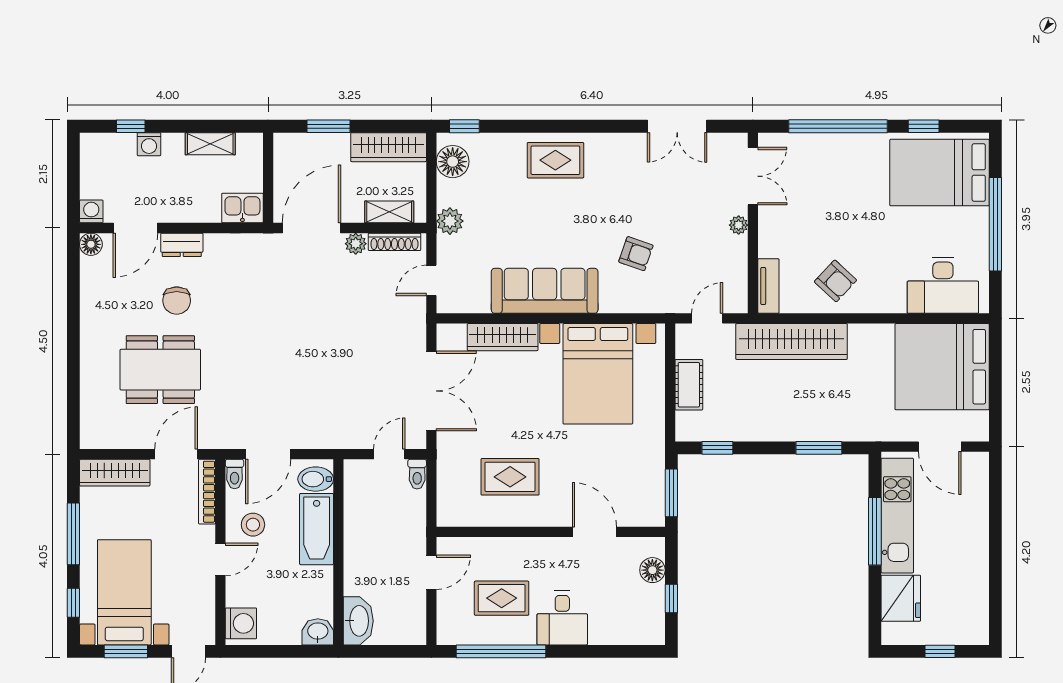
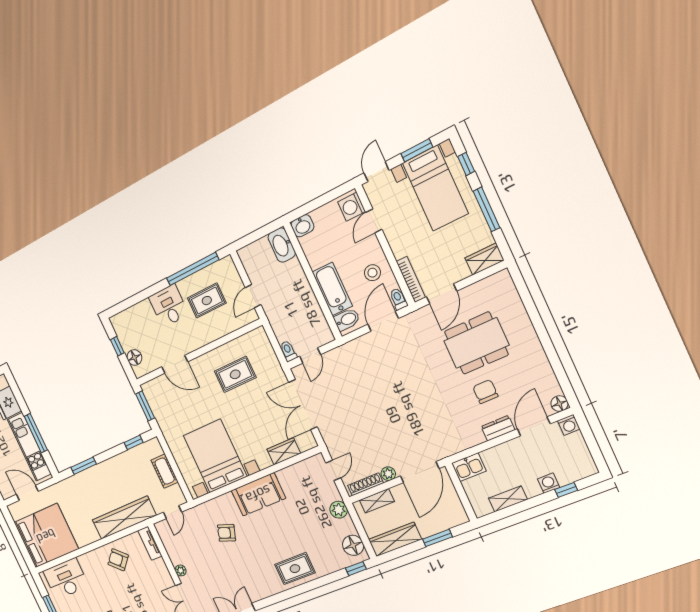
sofa: (545, 291) -> (258, 494), width x0.73
wardrobe: (503, 337) -> (284, 451), width x0.67
wardrobe: (115, 473) -> (484, 259), width x0.67
door: (220, 559) -> (374, 221), moved

